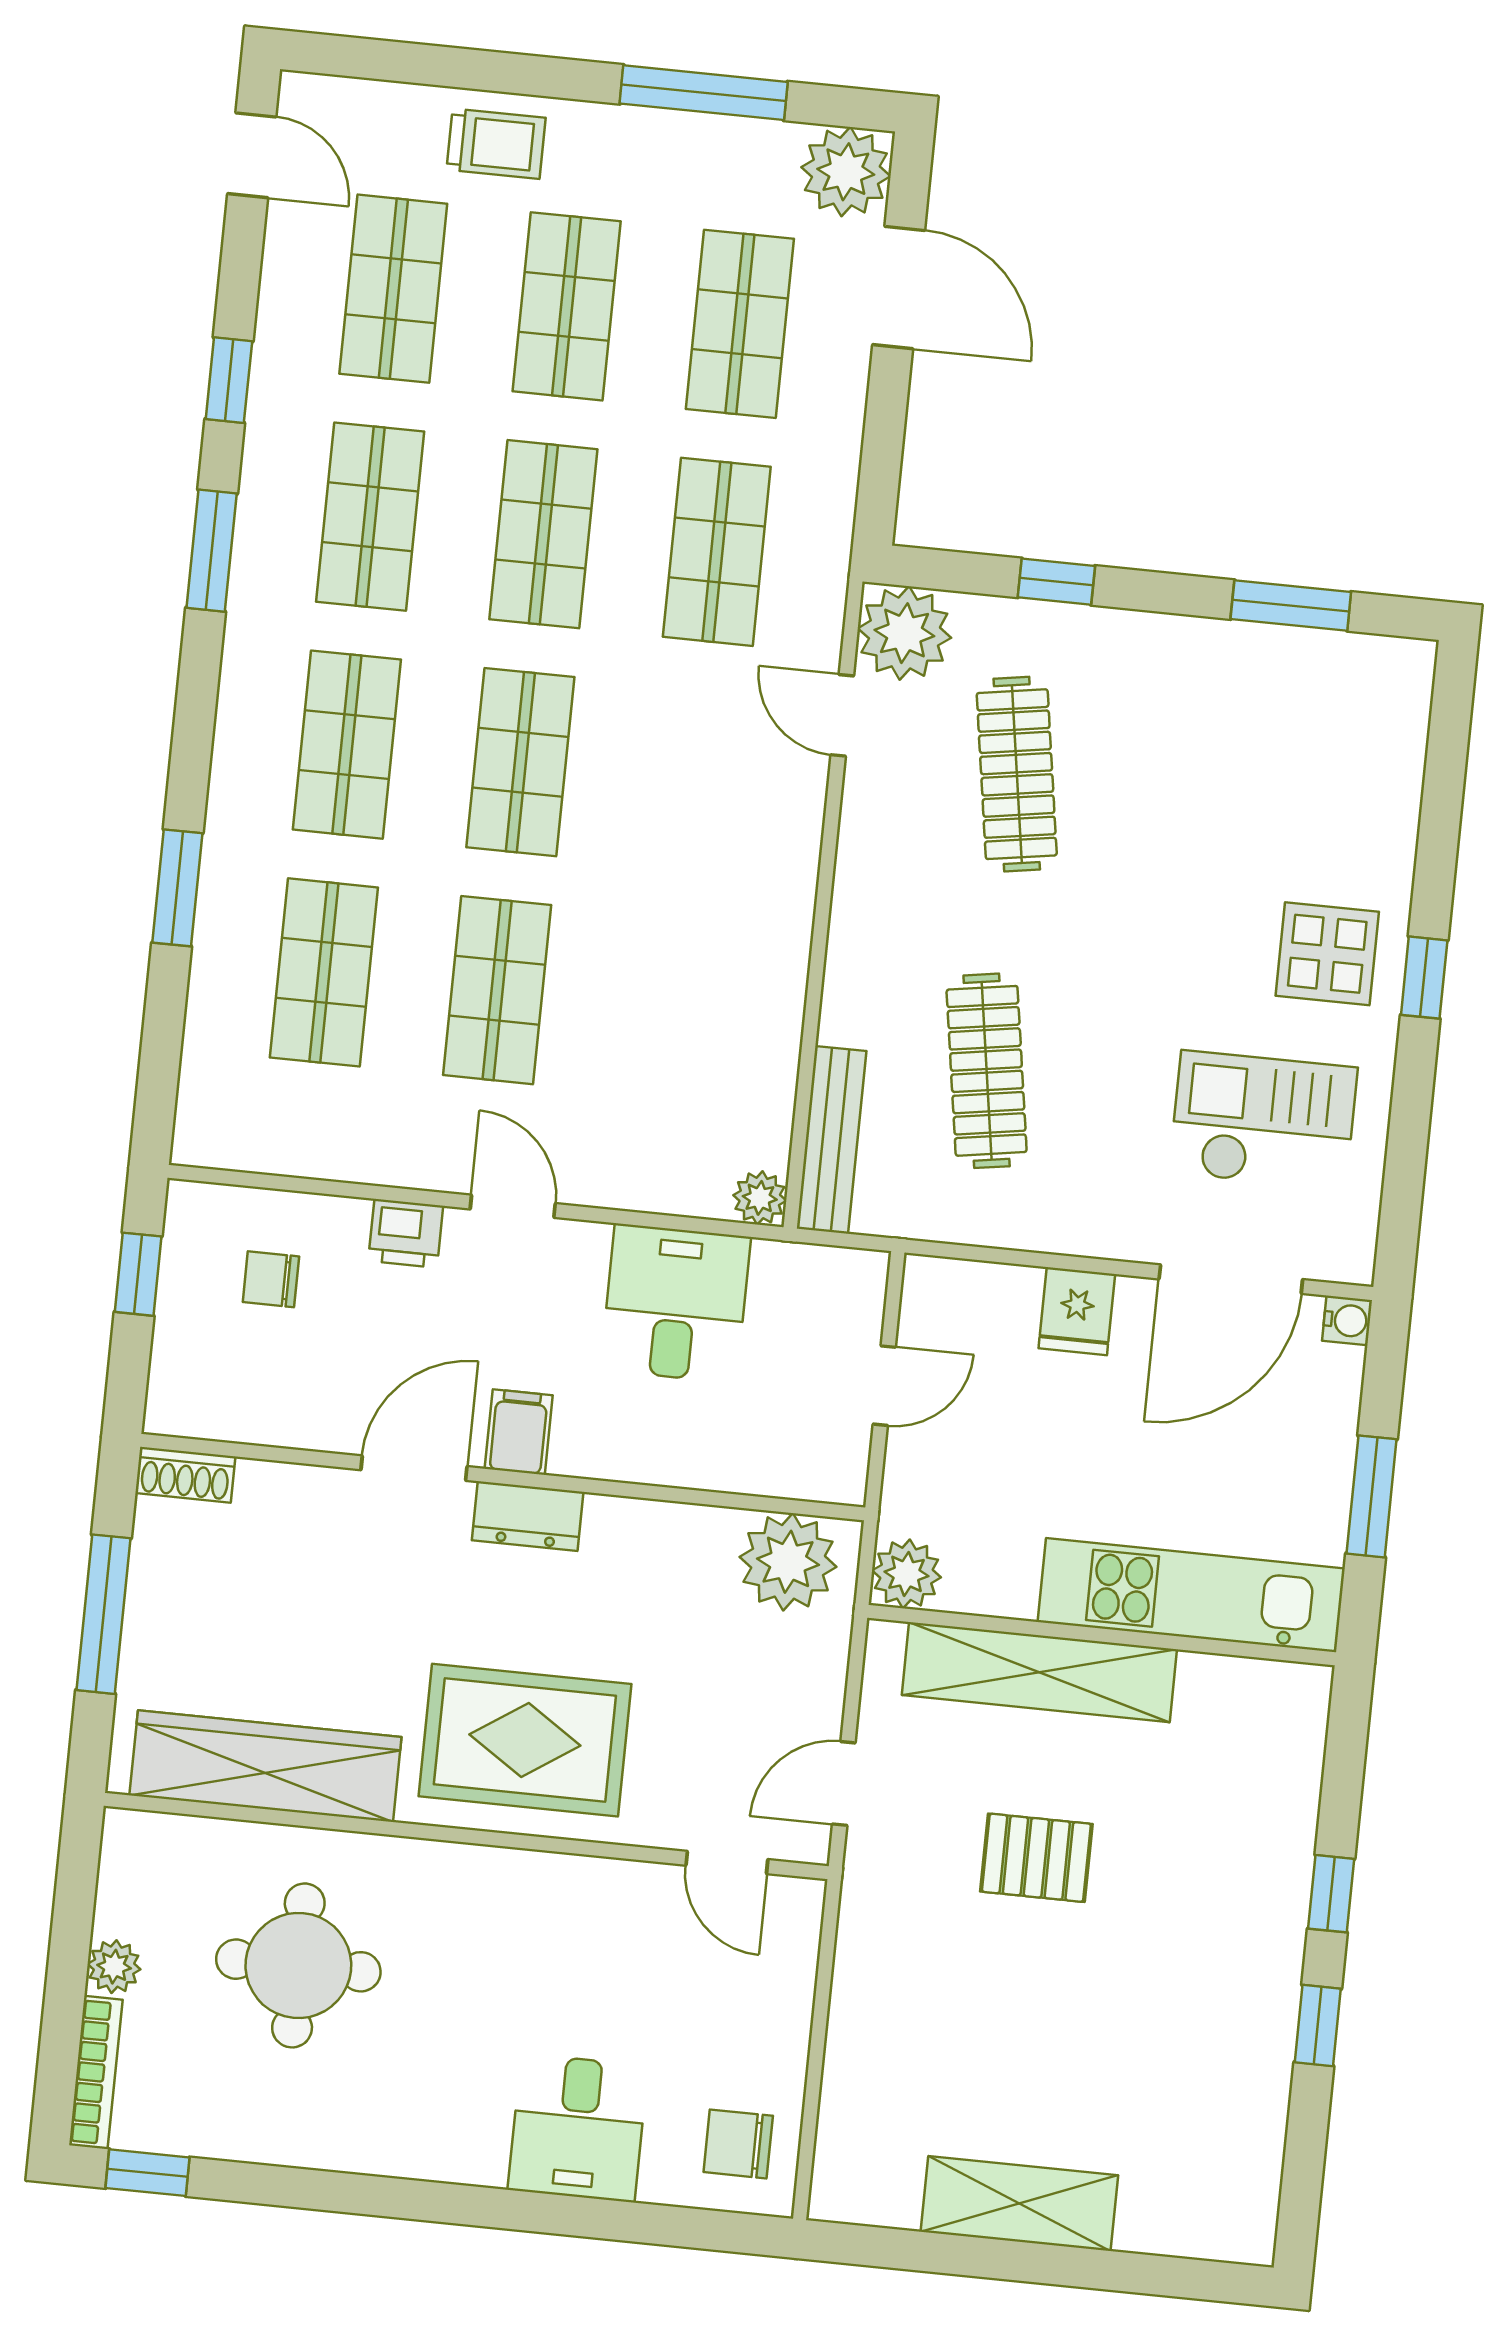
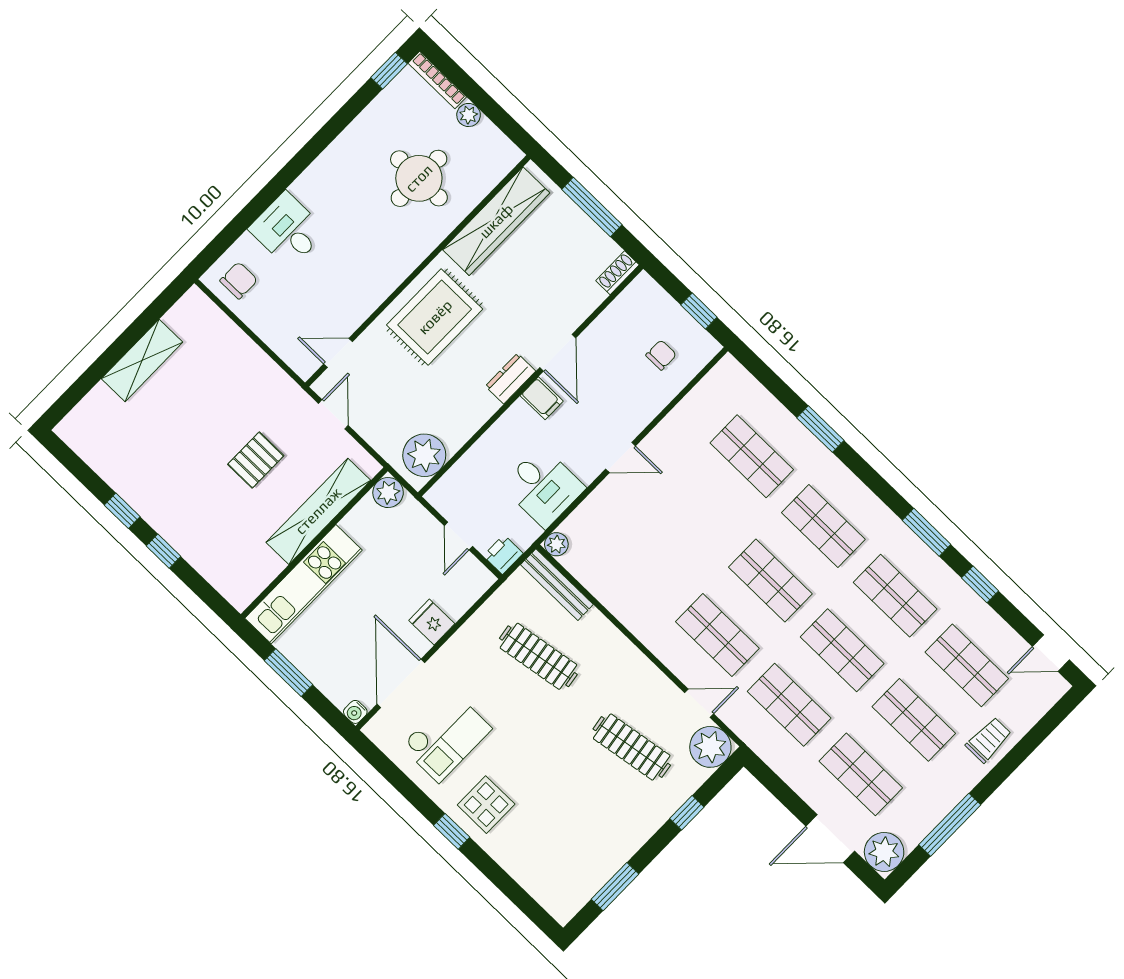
trolley: (496, 144) -> (988, 740), turned 180
shop shelf: (497, 990) -> (717, 635), moved
printer: (406, 1233) -> (503, 555), moved

